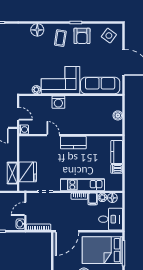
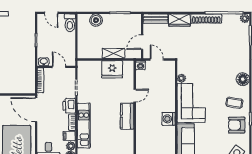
washing machine: (58, 102) -> (169, 119), moved
door: (18, 114) -> (157, 59), swing flipped
fridge: (28, 172) -> (112, 69), moved
shelving: (12, 173) -> (113, 53), moved
printer: (63, 199) -> (69, 106), added

